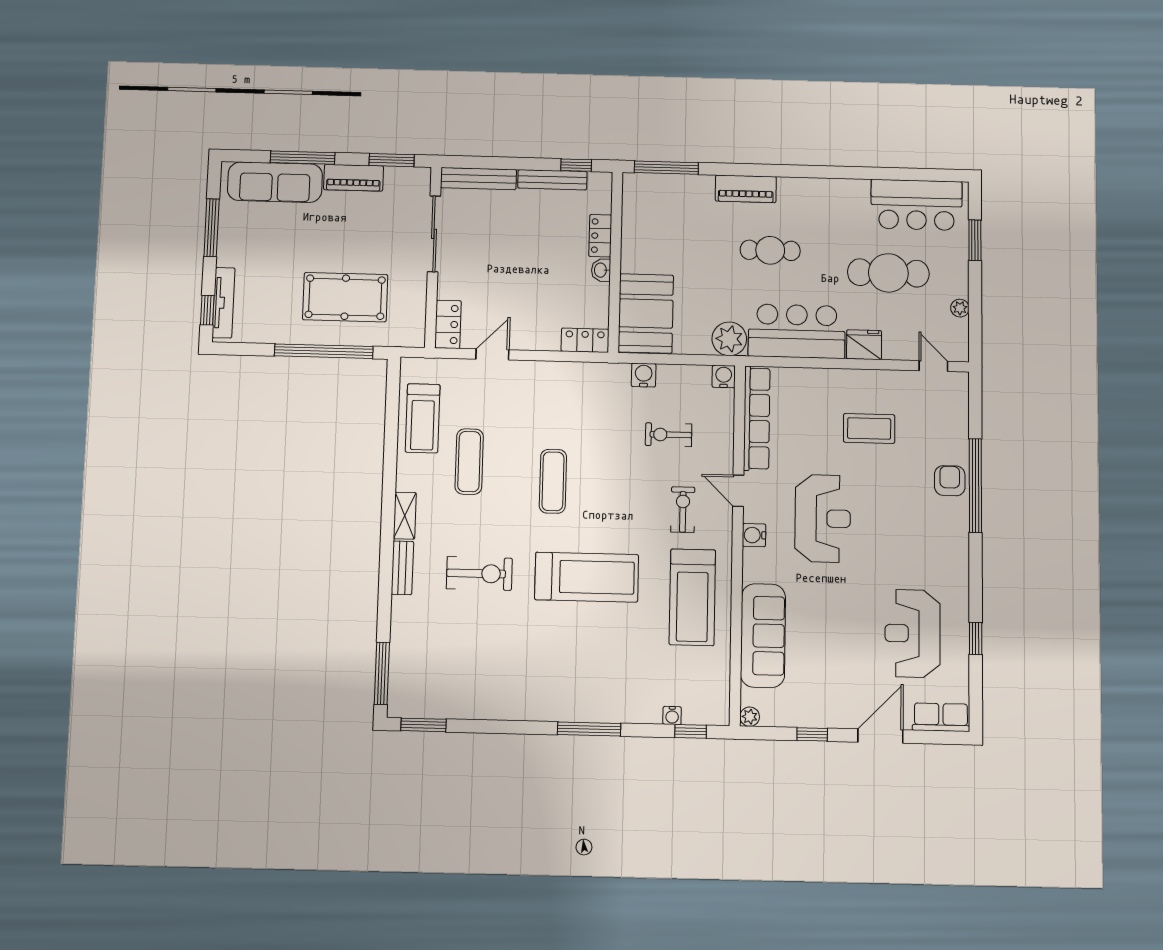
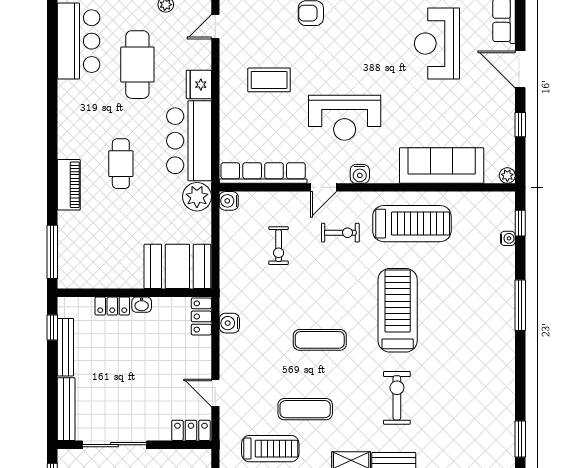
water cooler: (644, 375) -> (229, 323), moved
coffee table: (869, 428) -> (269, 80), turned 90
exercise bike: (683, 510) -> (340, 233), turned 180
reception desk: (823, 518) -> (345, 118), turned 180
reception desk: (913, 633) -> (437, 44), turned 90

